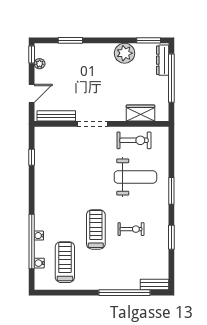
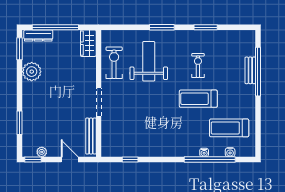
wardrobe: (140, 113) -> (88, 43), moved
bench: (154, 284) -> (250, 70), moved

